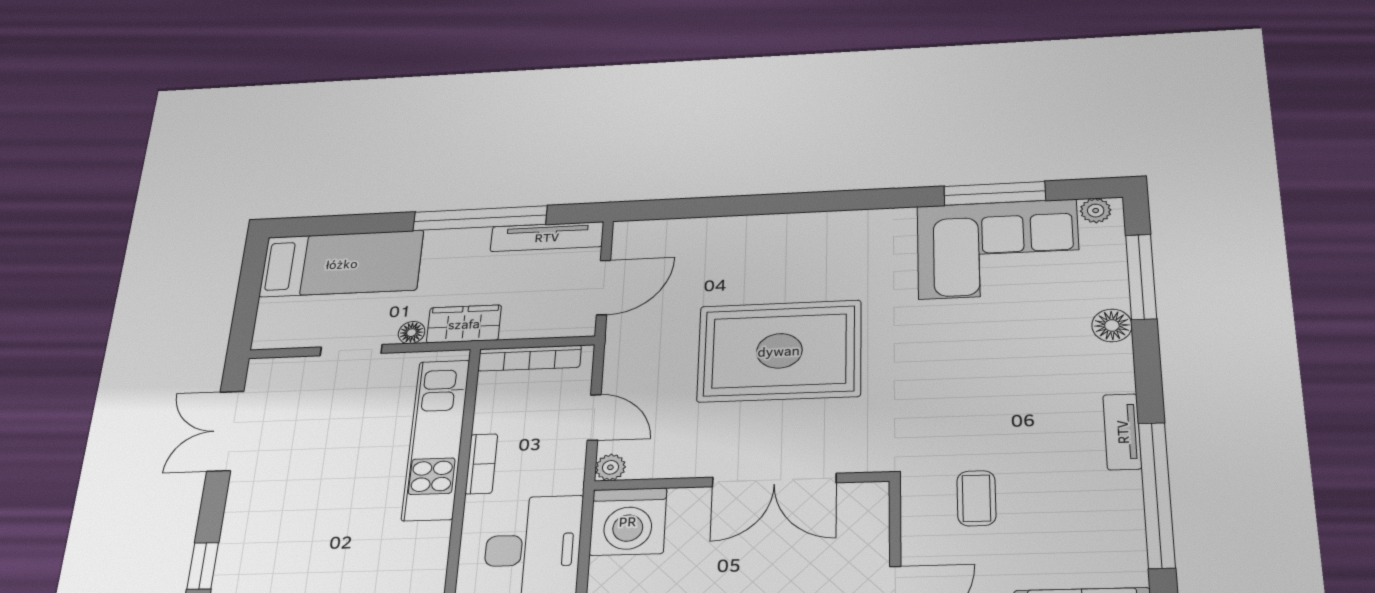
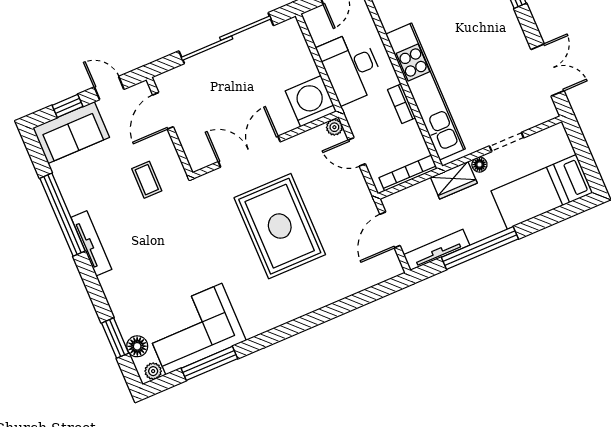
window: (1141, 277) -> (115, 338), width x0.69
floor lamp: (1112, 325) -> (137, 346), moved
rug: (779, 351) -> (280, 226), turned 90
tv unit: (1122, 432) -> (91, 243), width x1.41
kitchen unit: (436, 439) -> (425, 91), width x1.36

